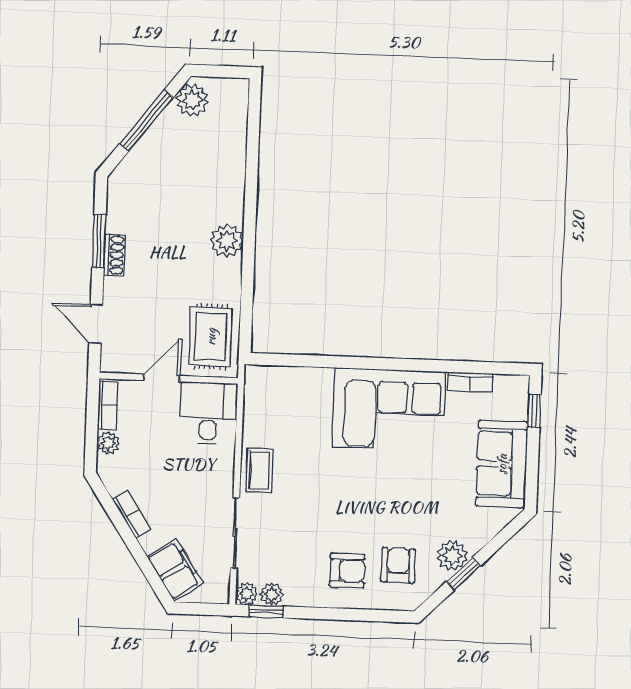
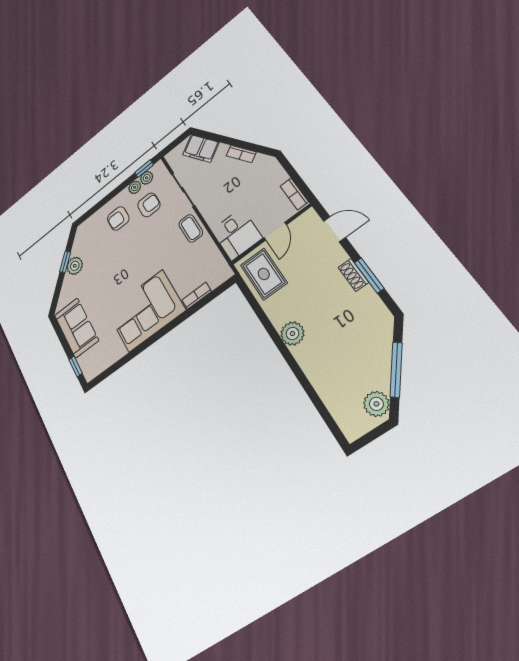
bookcase: (470, 382) -> (197, 296), moved
plant: (108, 443) -> (280, 176), removed
armchair: (398, 565) -> (149, 205), moved, turned -90
plant: (247, 594) -> (135, 187), moved

